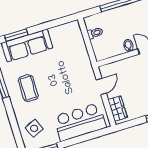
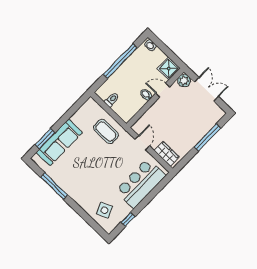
coffee table: (28, 88) -> (106, 131), moved

